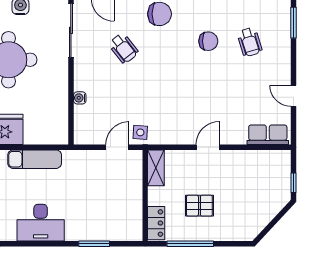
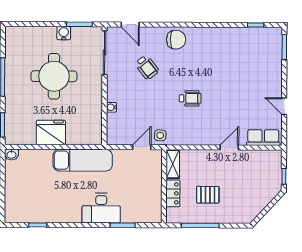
chair: (208, 41) -> (215, 62), removed
wheelchair: (250, 42) -> (190, 98), moved, turned -73
door: (208, 147) -> (229, 148), moved
exam couch: (35, 159) -> (83, 160), width x1.36, depth x1.45
desk: (41, 223) -> (101, 208), moved
locker: (156, 223) -> (173, 193), moved

